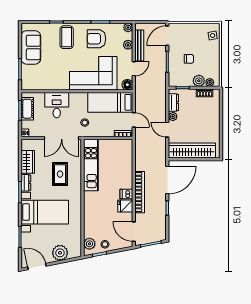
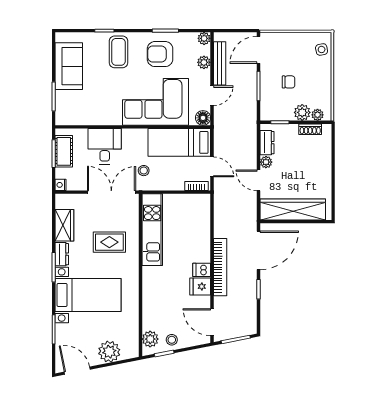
double door: (62, 138) -> (111, 192), swing flipped
rug: (60, 174) -> (109, 242), turned 90

